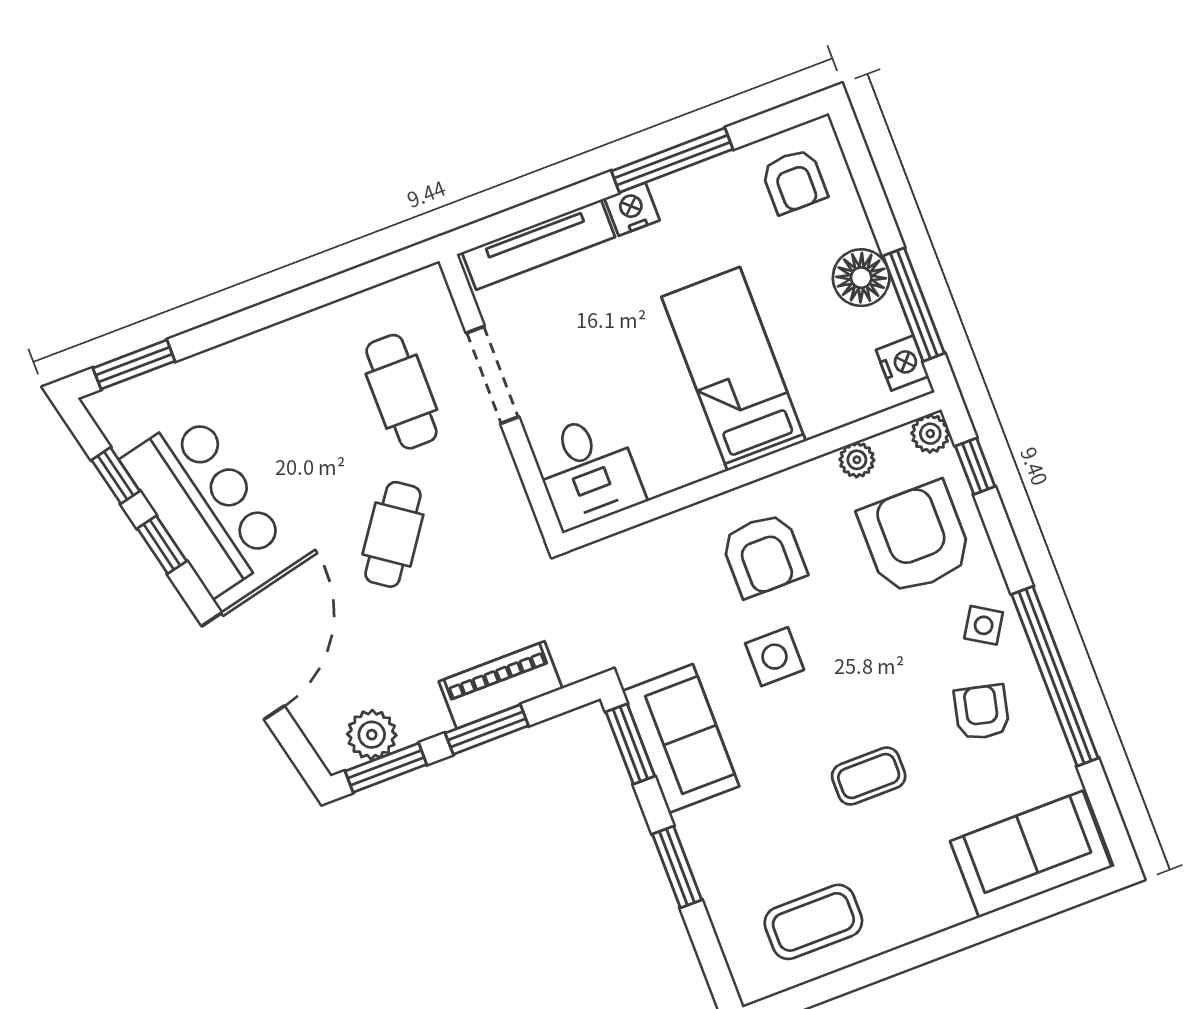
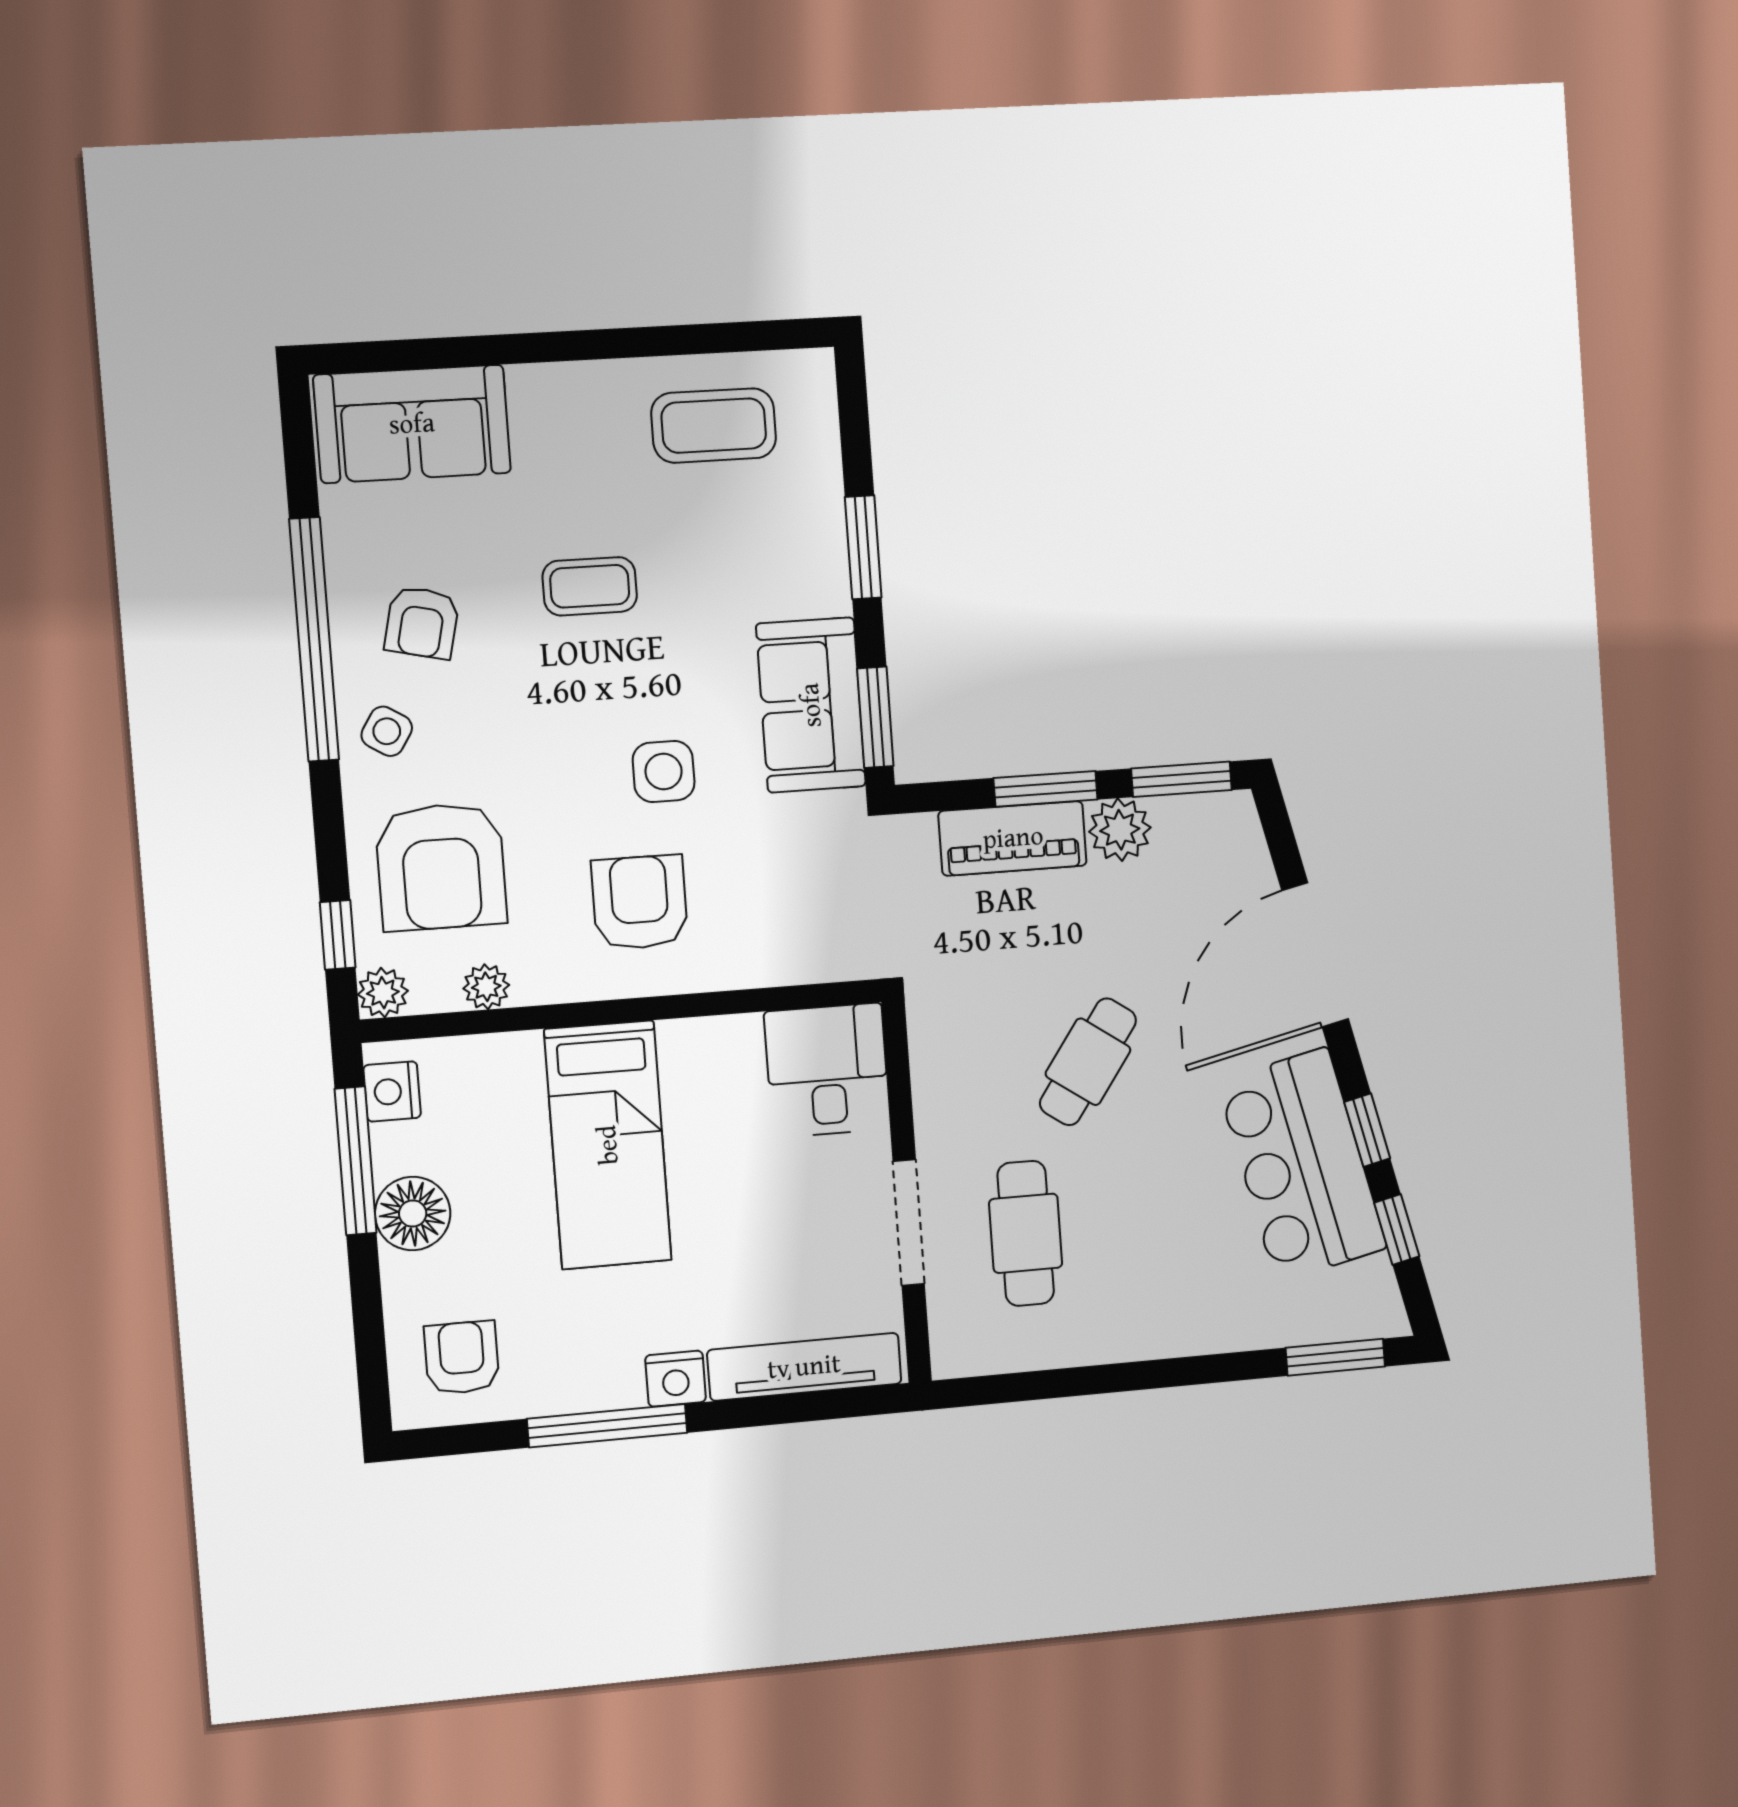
plant: (372, 735) -> (1120, 830), moved

